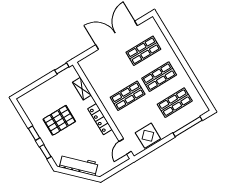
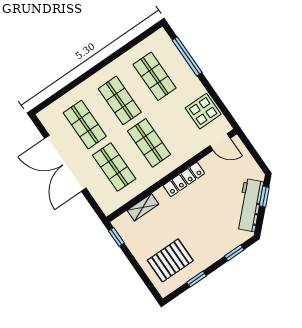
shop shelf: (112, 70) -> (114, 167), added
pallet: (59, 120) -> (170, 260), moved, turned 90
window: (34, 133) -> (197, 279), moved
window: (84, 176) -> (264, 197), added

